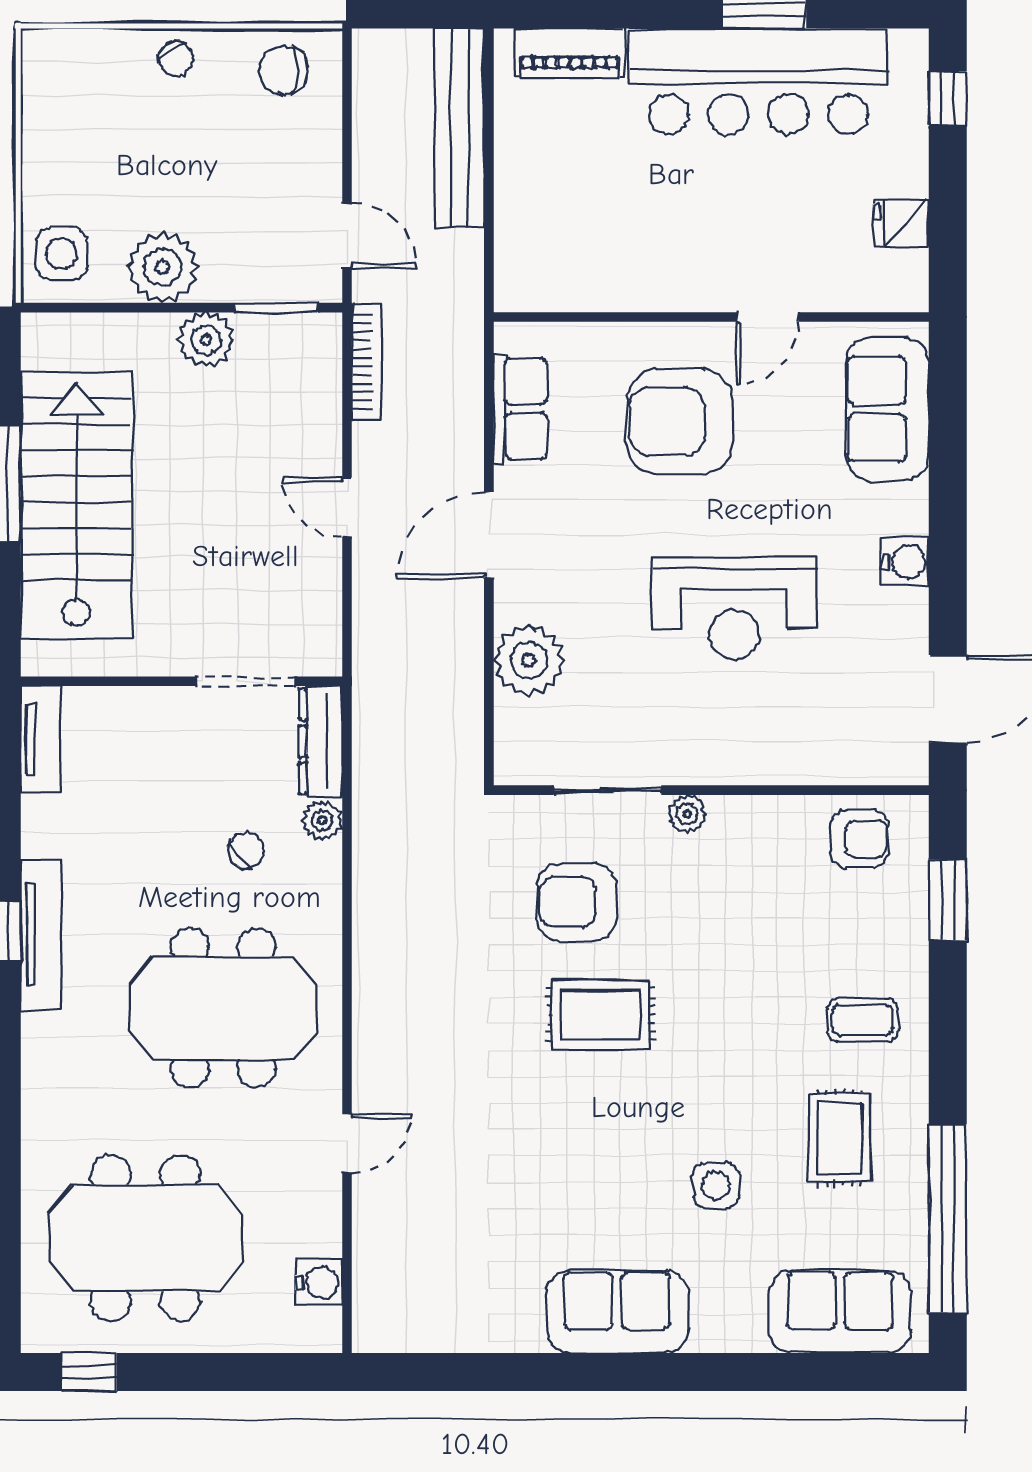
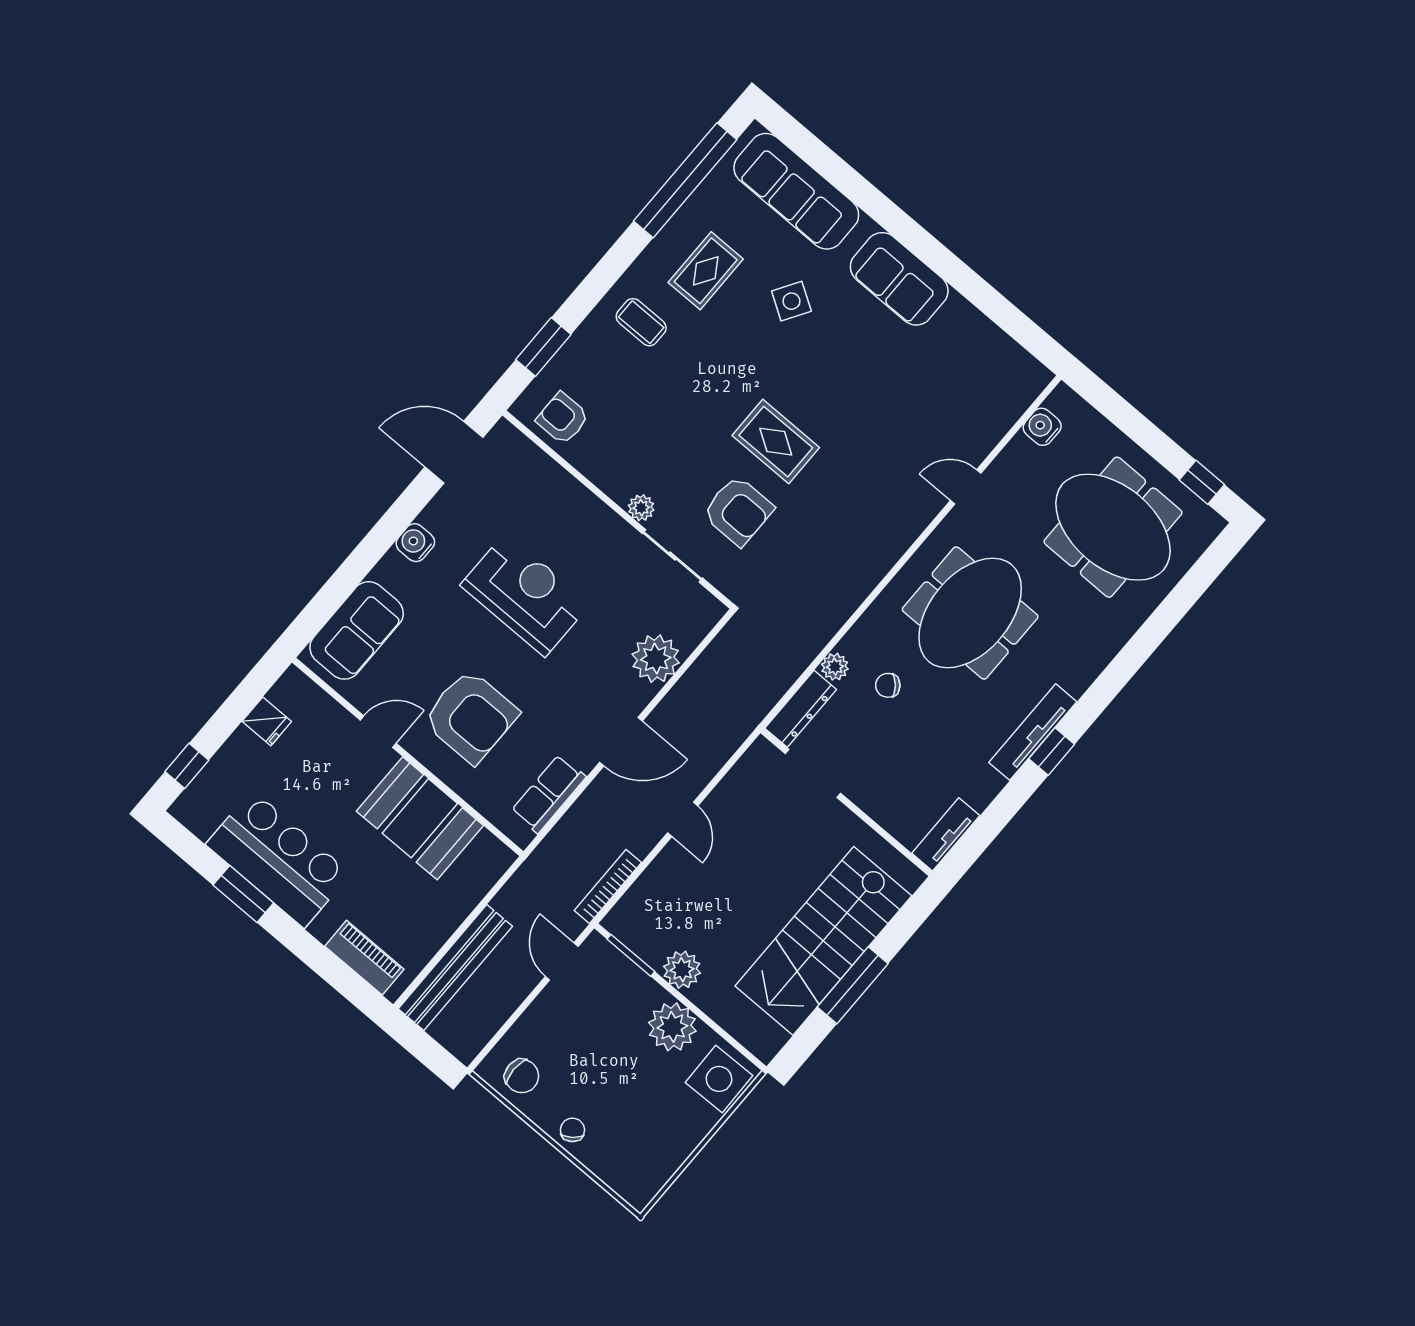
bar counter: (758, 81) -> (278, 859), width x0.73
side table: (61, 253) -> (719, 1079), width x1.37, depth x1.37
booth: (640, 260) -> (420, 818), added
meeting table: (223, 1008) -> (970, 613), turned 90
side table: (716, 1185) -> (791, 301), turned 32
sofa: (840, 1312) -> (796, 191), width x1.36

